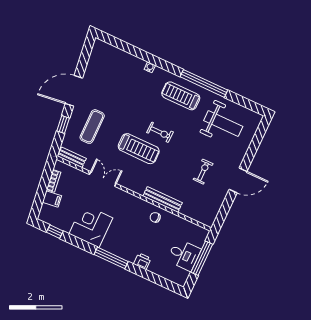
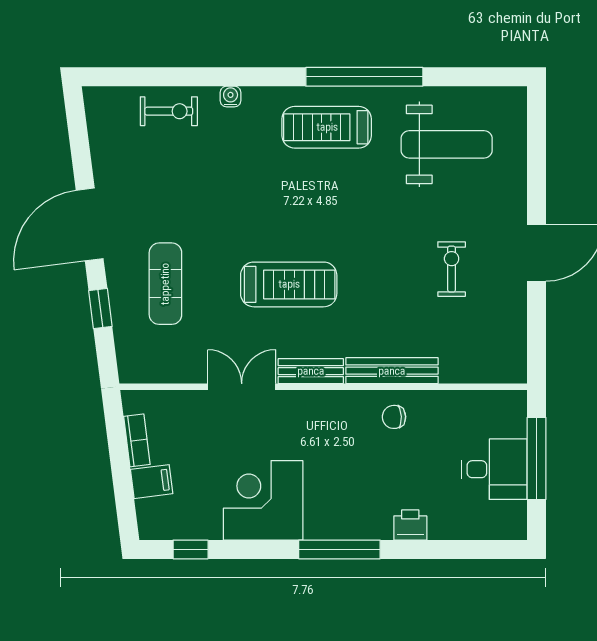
exercise bike: (160, 132) -> (169, 111), moved
bench: (72, 157) -> (311, 371), moved

